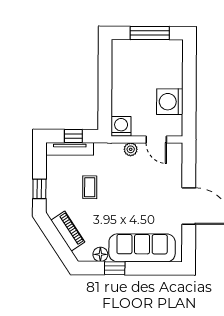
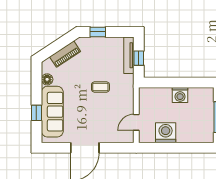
washing machine: (121, 126) -> (180, 95), moved, turned 90
plant: (131, 149) -> (129, 103), removed
coffee table: (90, 187) -> (100, 87), moved
window: (115, 268) -> (36, 113), moved

